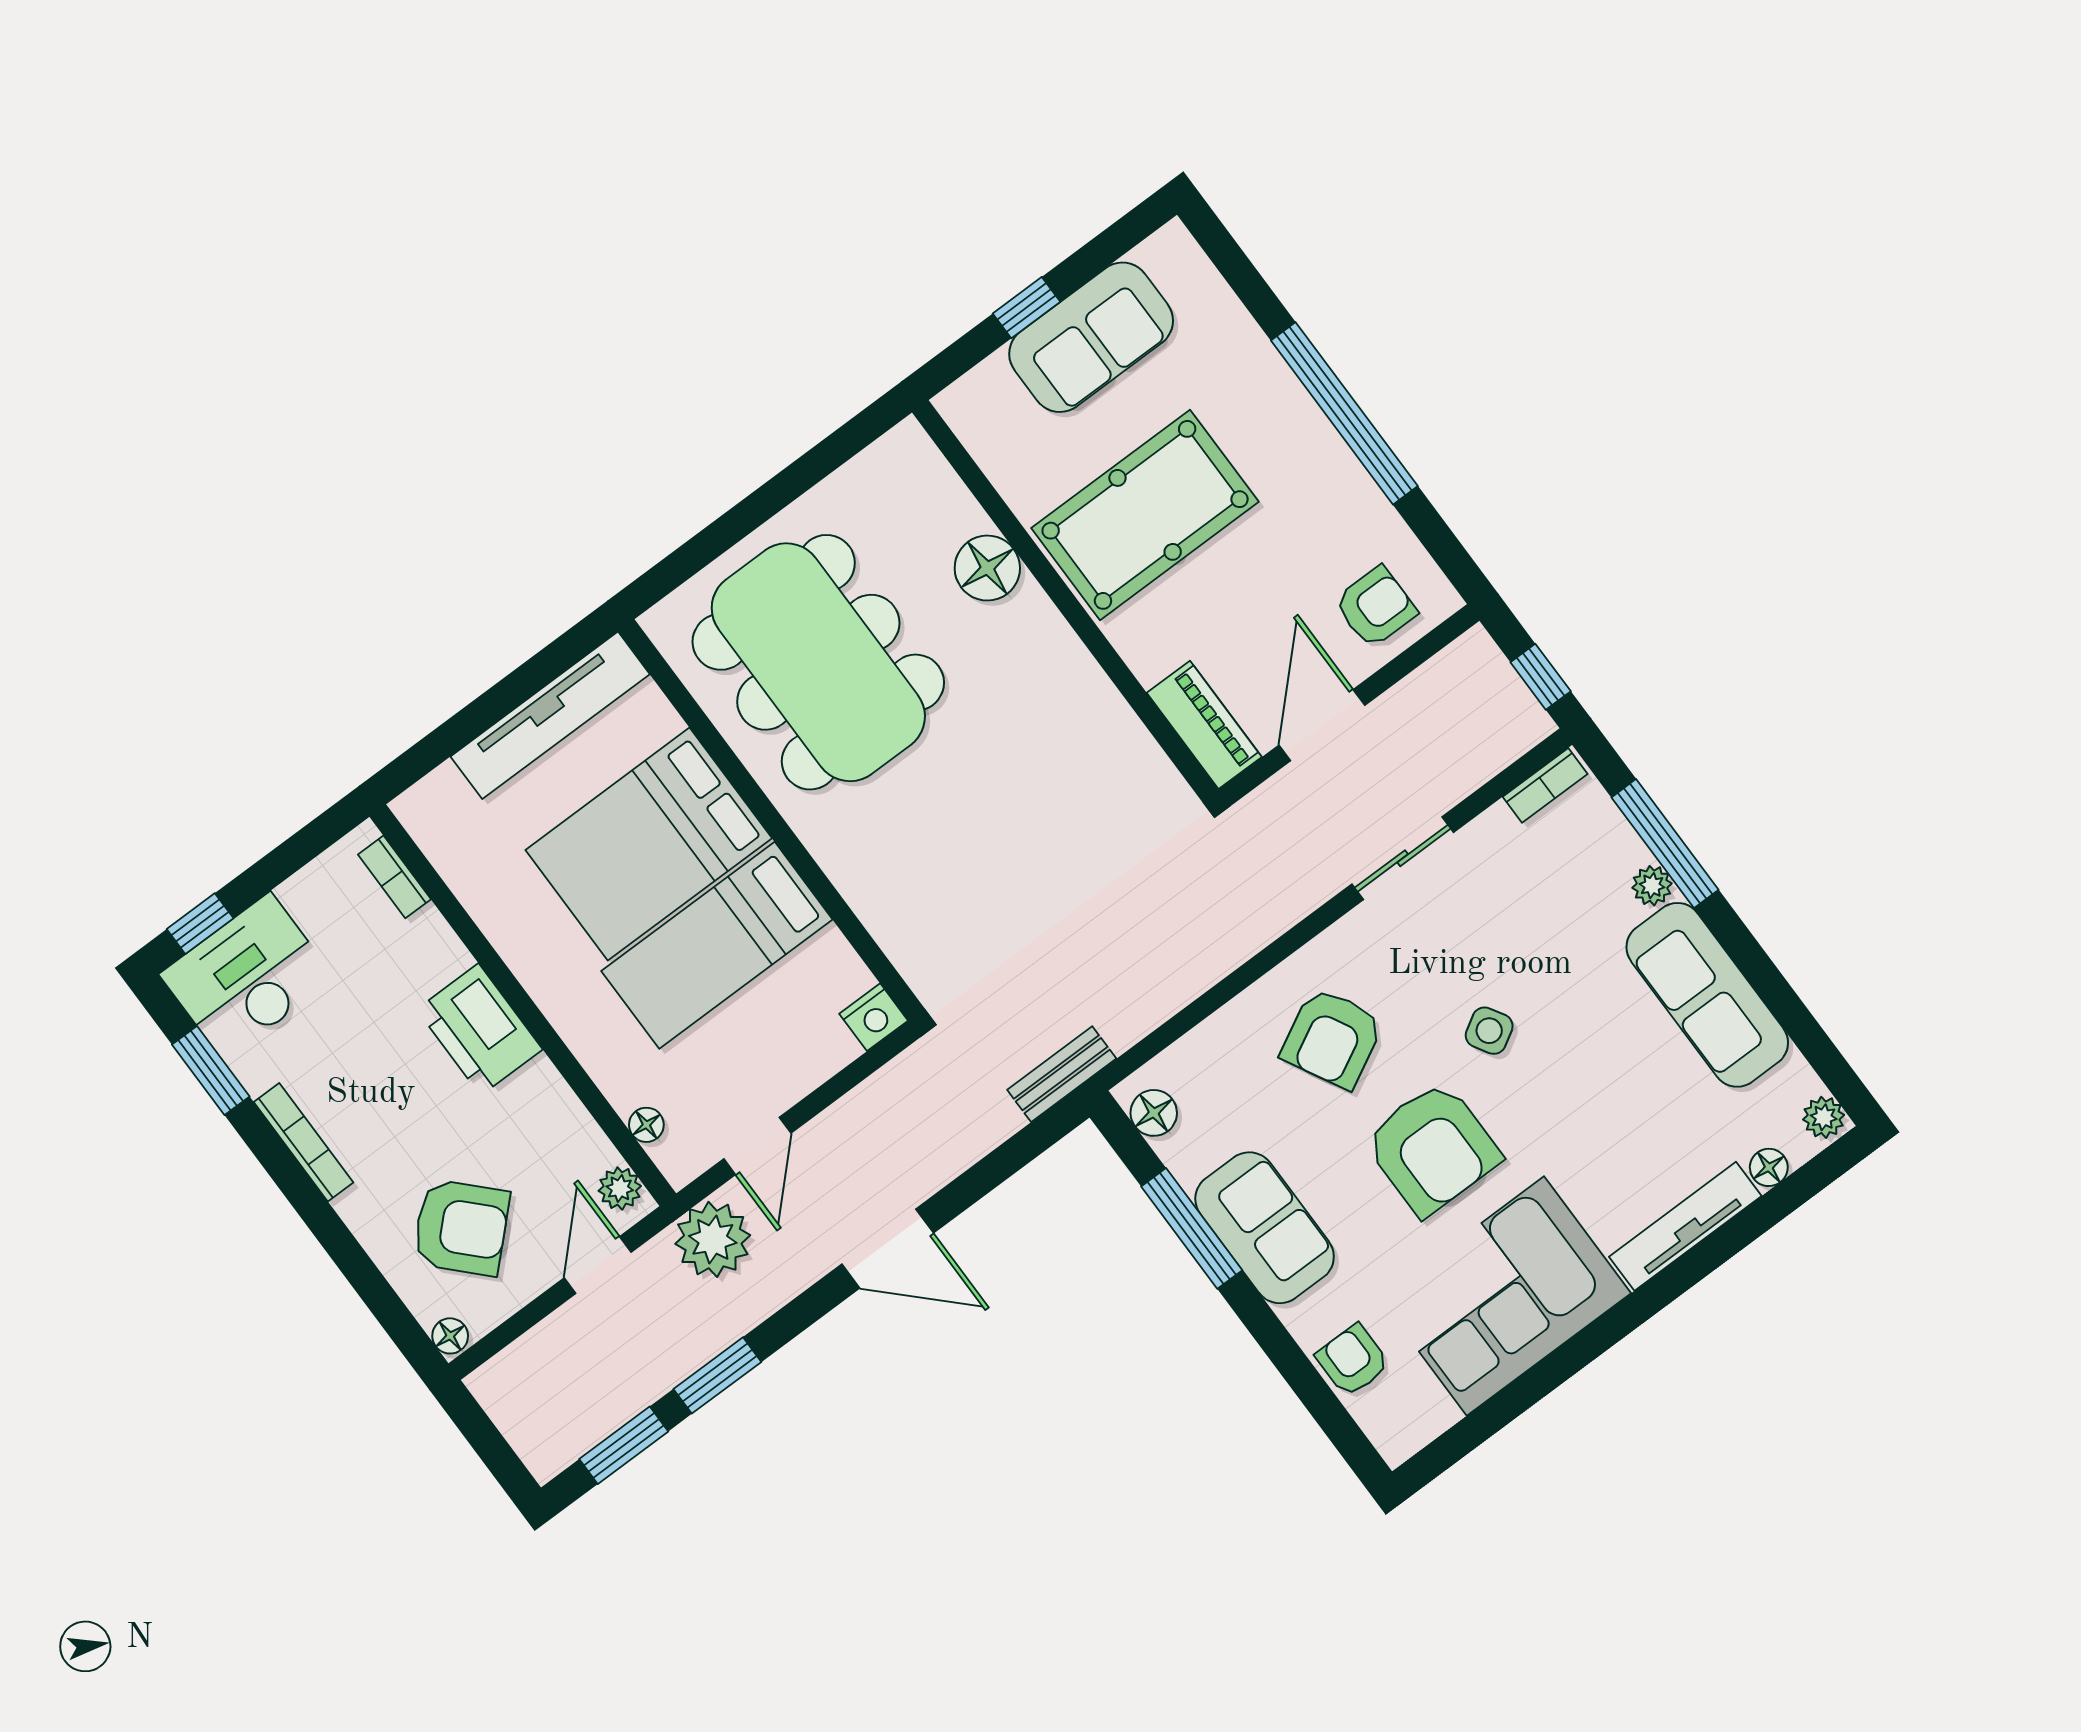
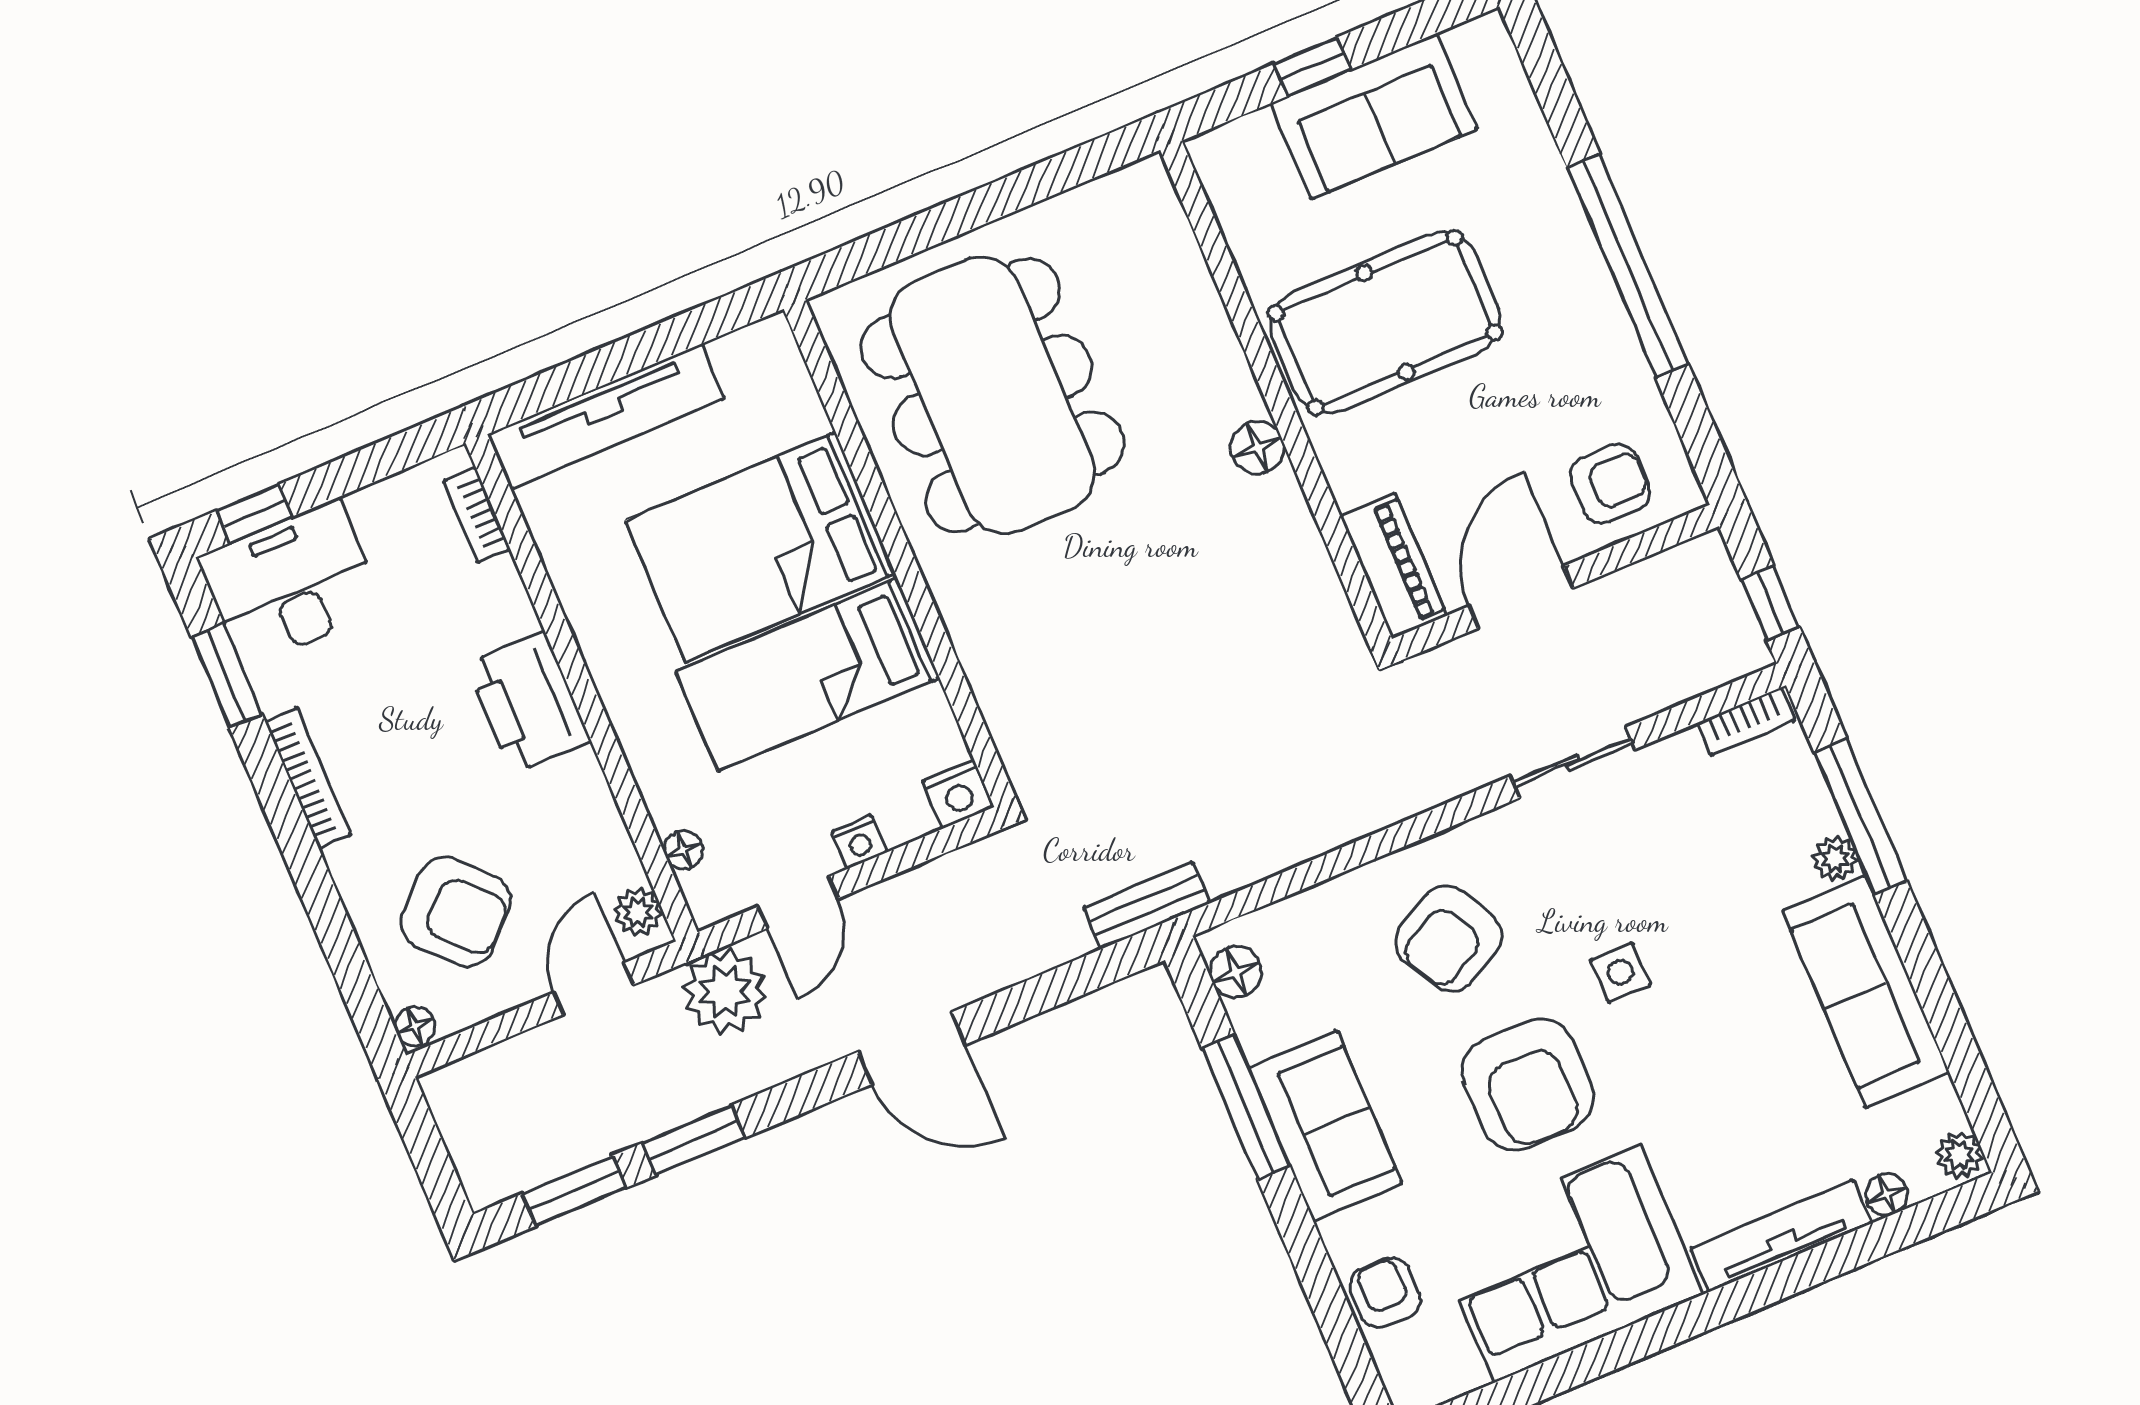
floor lamp: (987, 568) -> (1257, 448), moved, width x0.73, depth x0.73
tv unit: (550, 715) -> (606, 416), moved
side table: (1489, 1031) -> (1620, 972), turned 31
nightstand: (798, 1080) -> (859, 842), added

